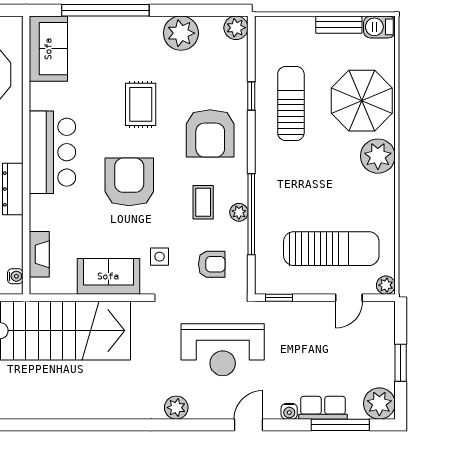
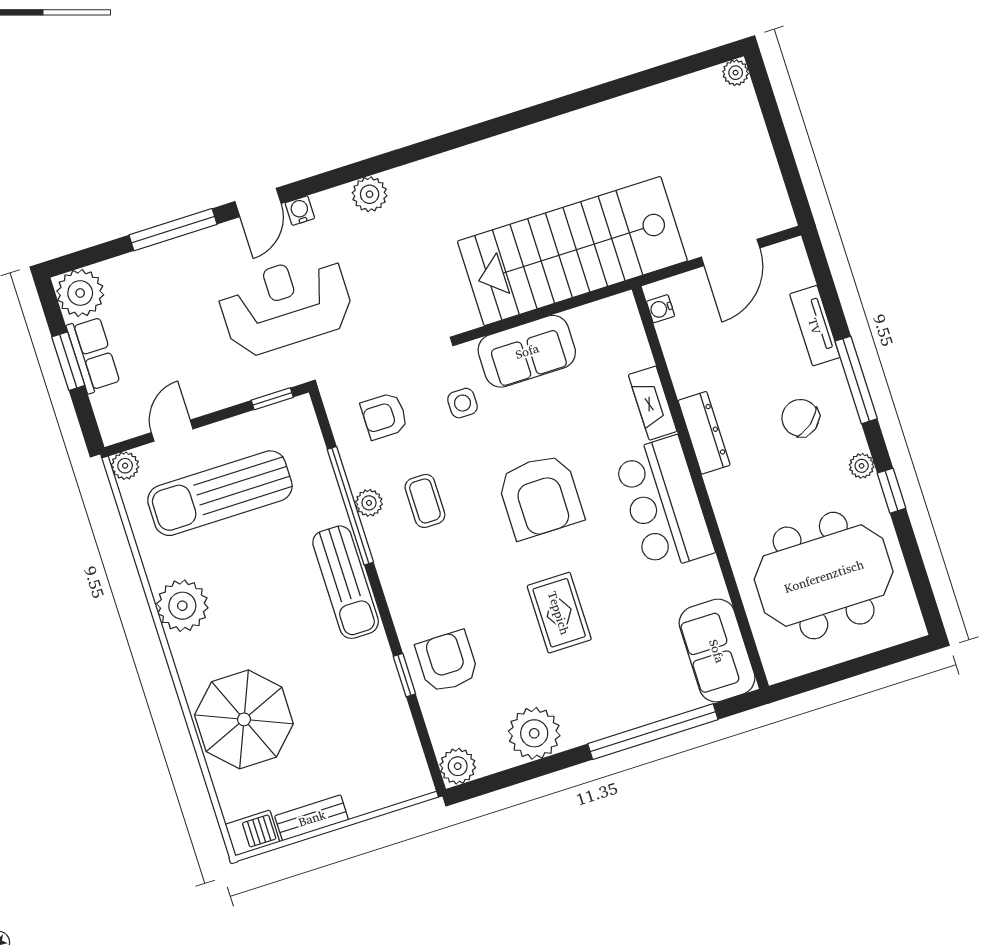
sun lounger: (291, 104) -> (346, 582), moved
armchair: (210, 133) -> (447, 662), moved, width x0.73, depth x0.73
plant: (378, 156) -> (182, 606), moved
fireplace: (39, 254) -> (653, 403), moved
reception desk: (223, 350) -> (286, 305), moved
row of seats: (323, 408) -> (93, 355), moved, turned -90
water cooler: (289, 411) -> (300, 211), moved
window: (340, 425) -> (173, 230), moved

